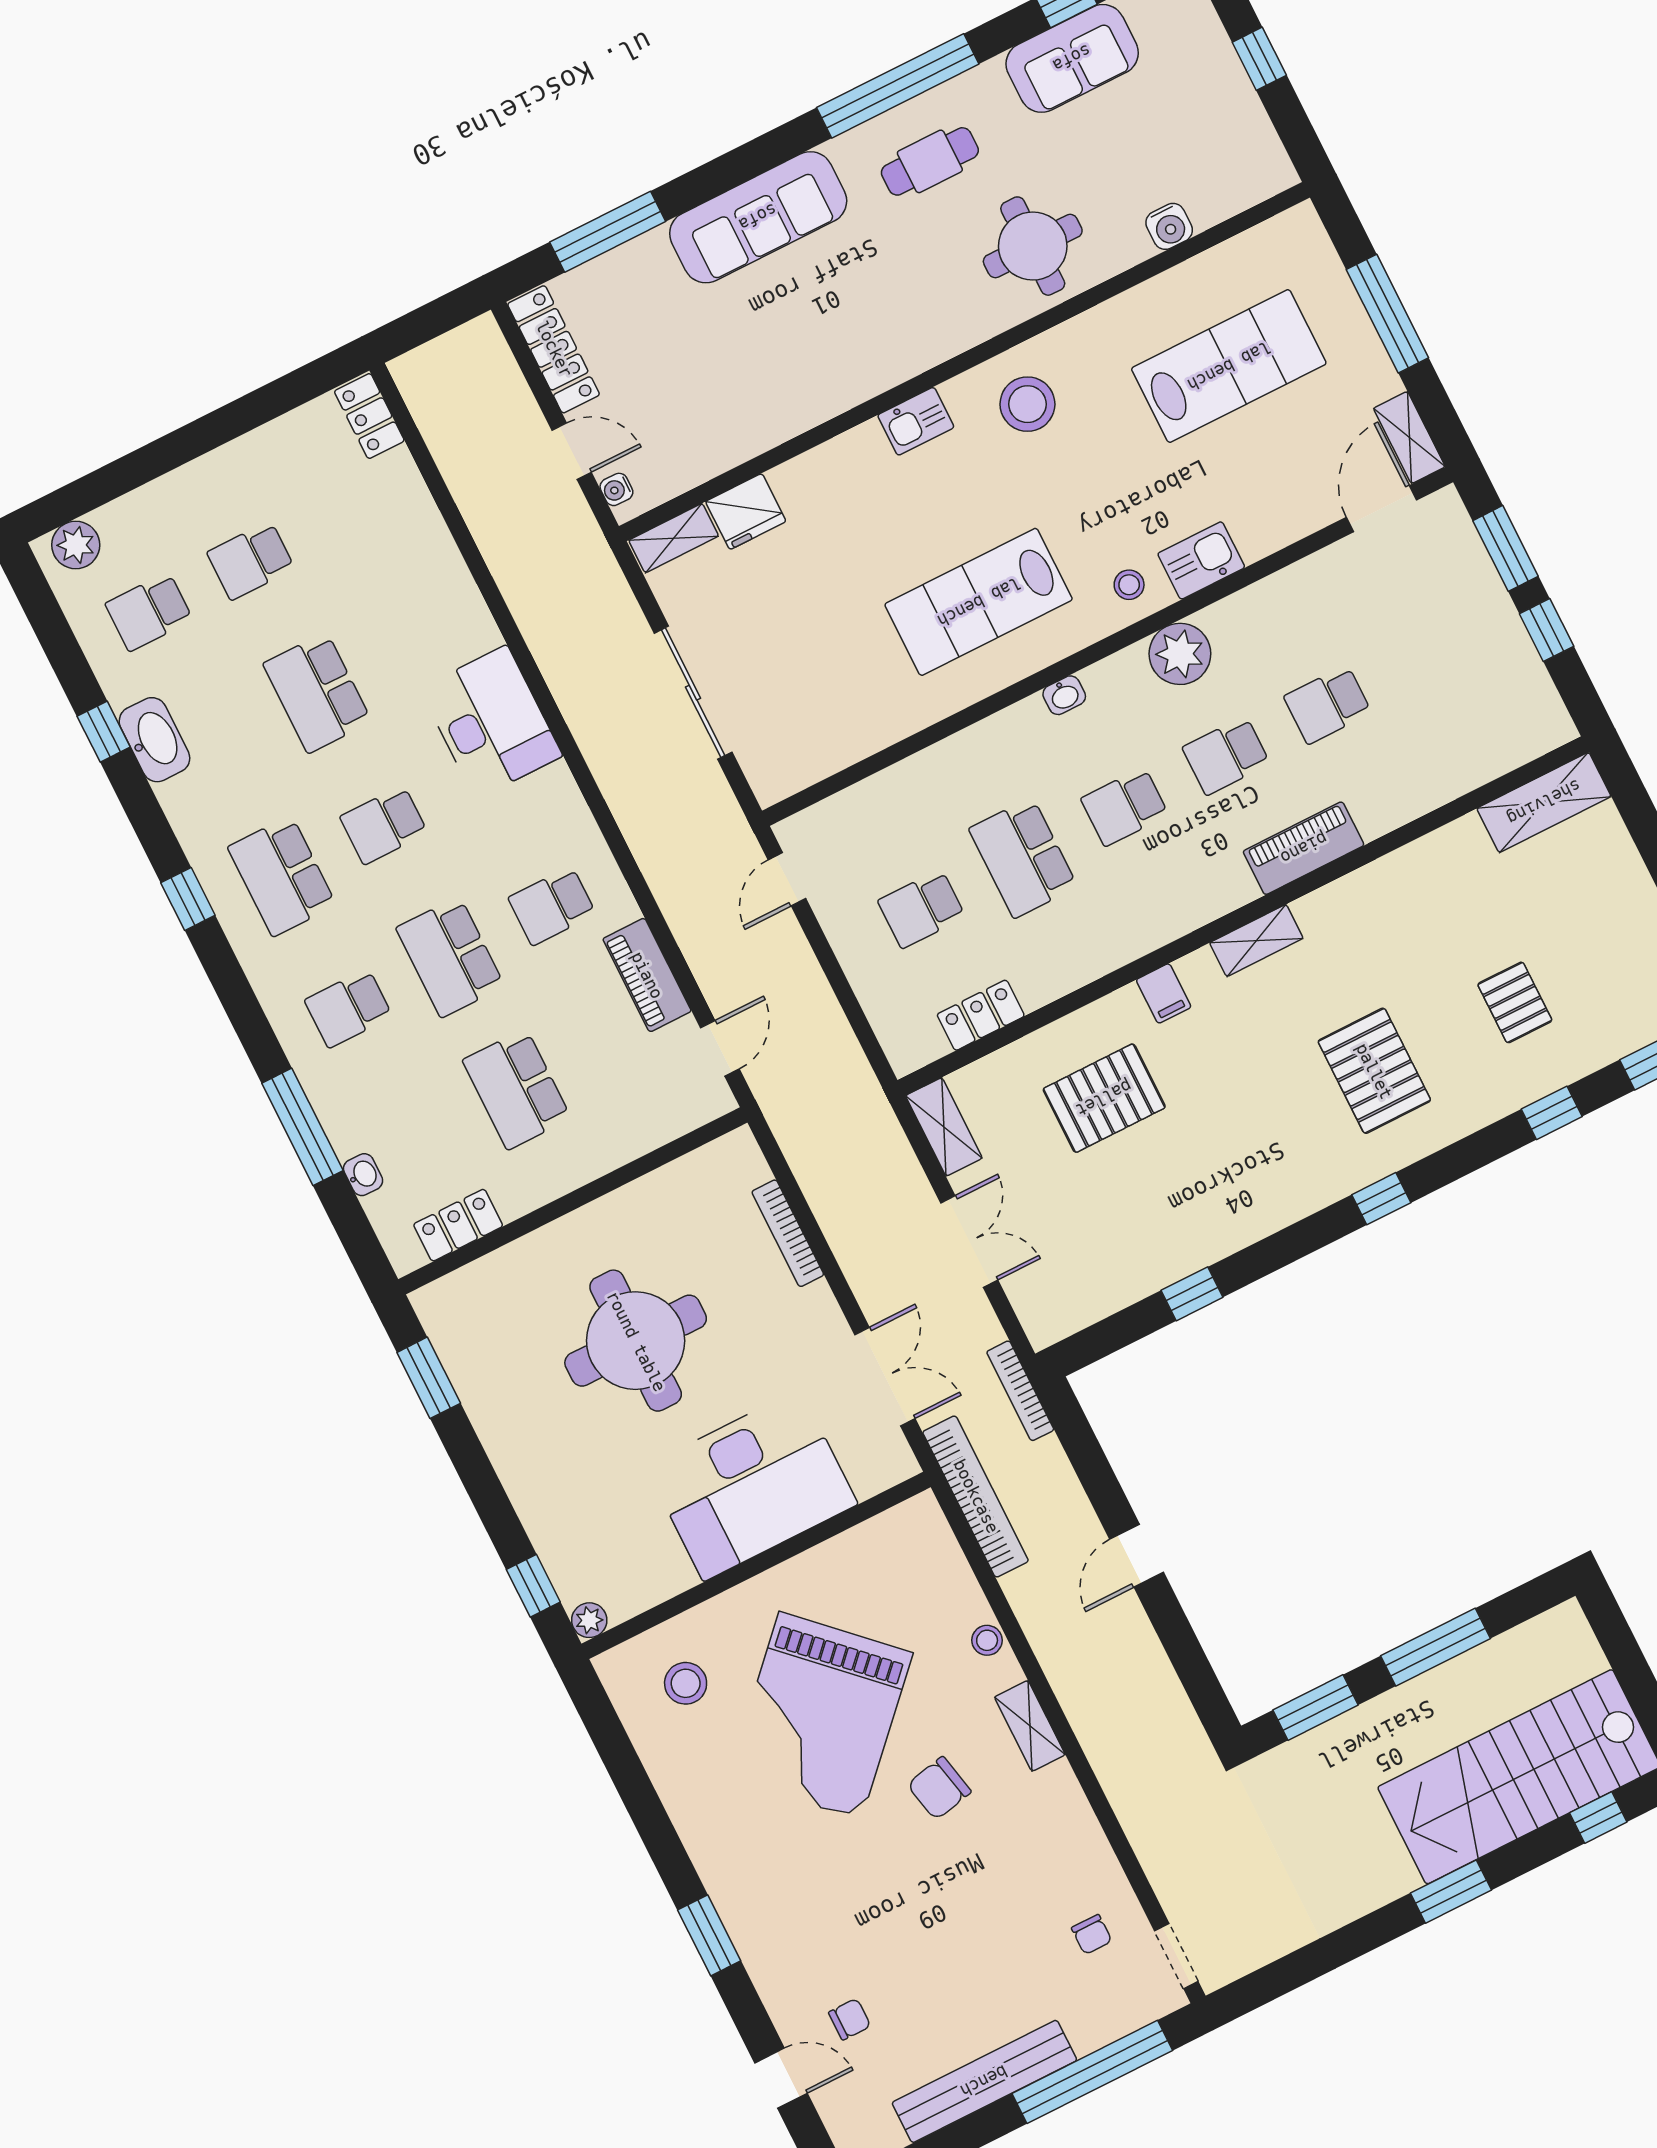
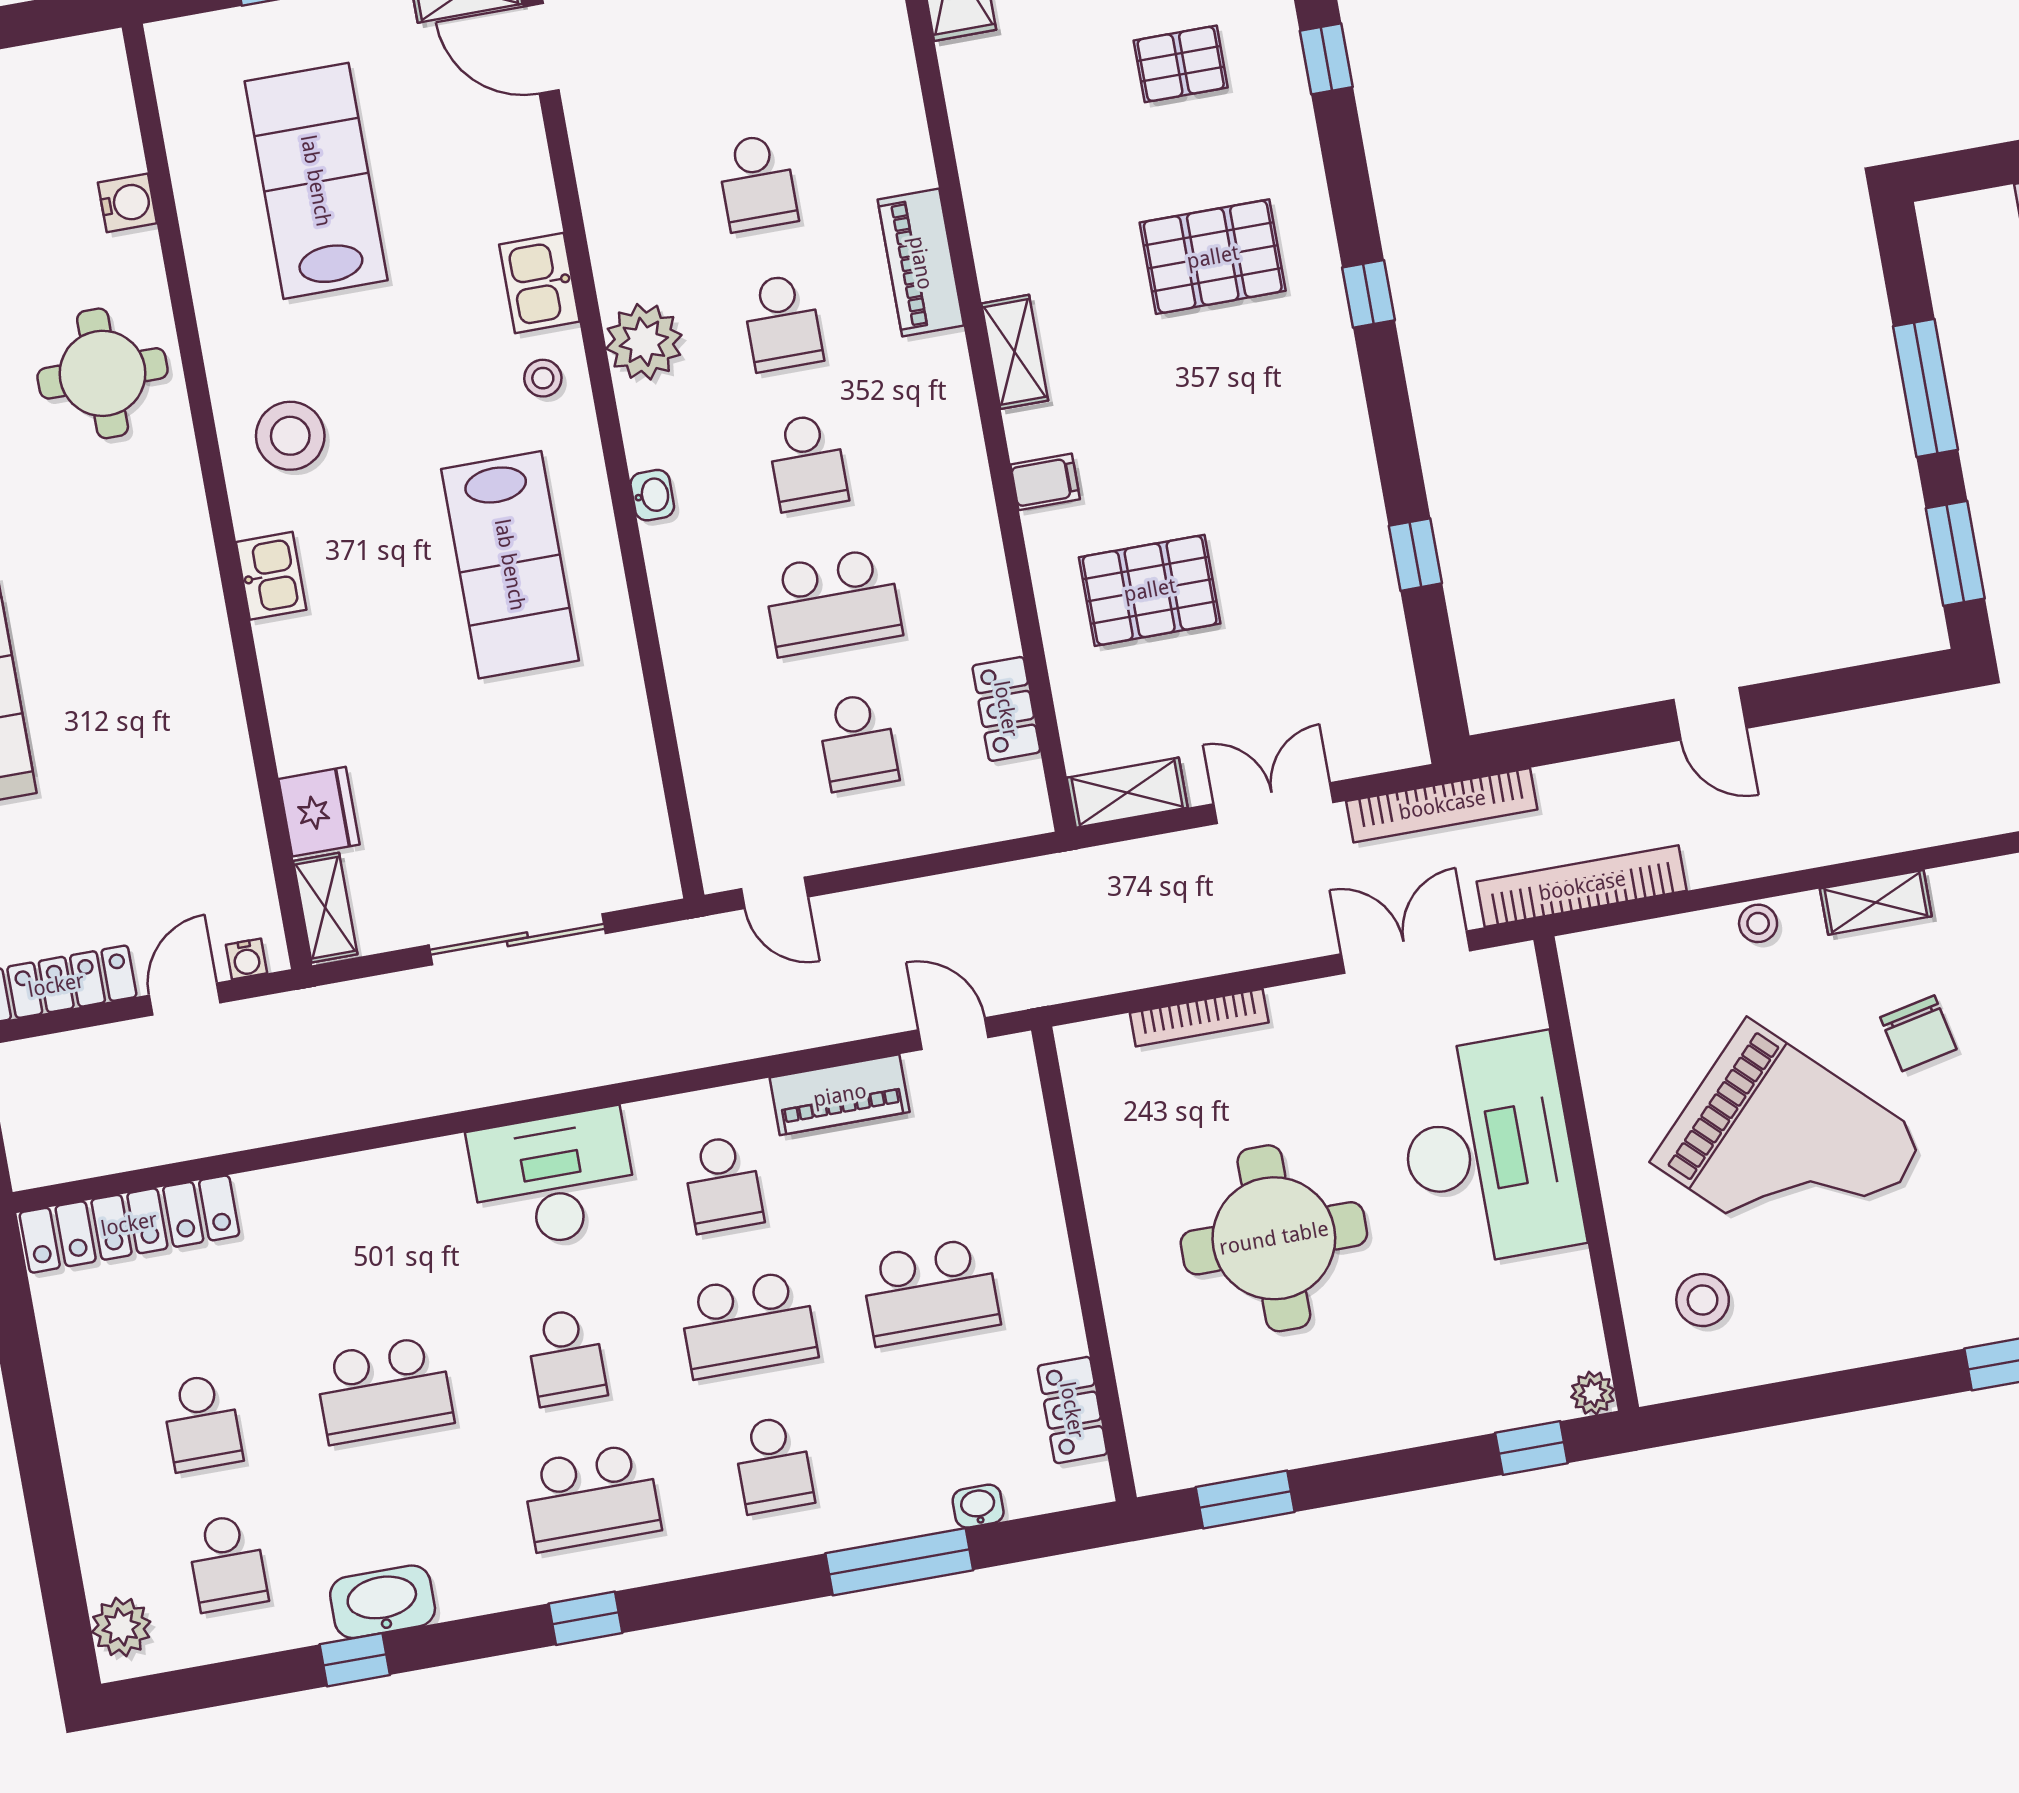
locker: (369, 416) -> (129, 1224), width x2.16, depth x1.21
desk: (491, 722) -> (553, 1179), moved
pallet: (1104, 1098) -> (1150, 590), turned 90
bookcase: (1020, 1391) -> (1442, 805), width x1.48, depth x1.31

